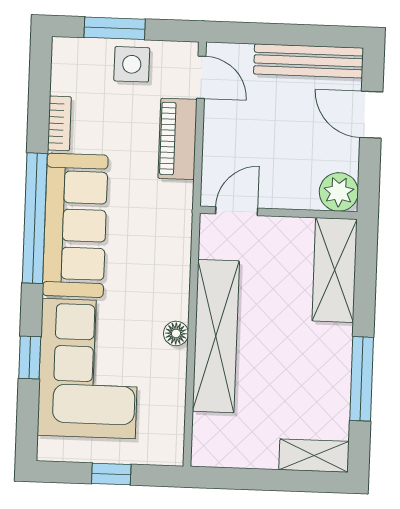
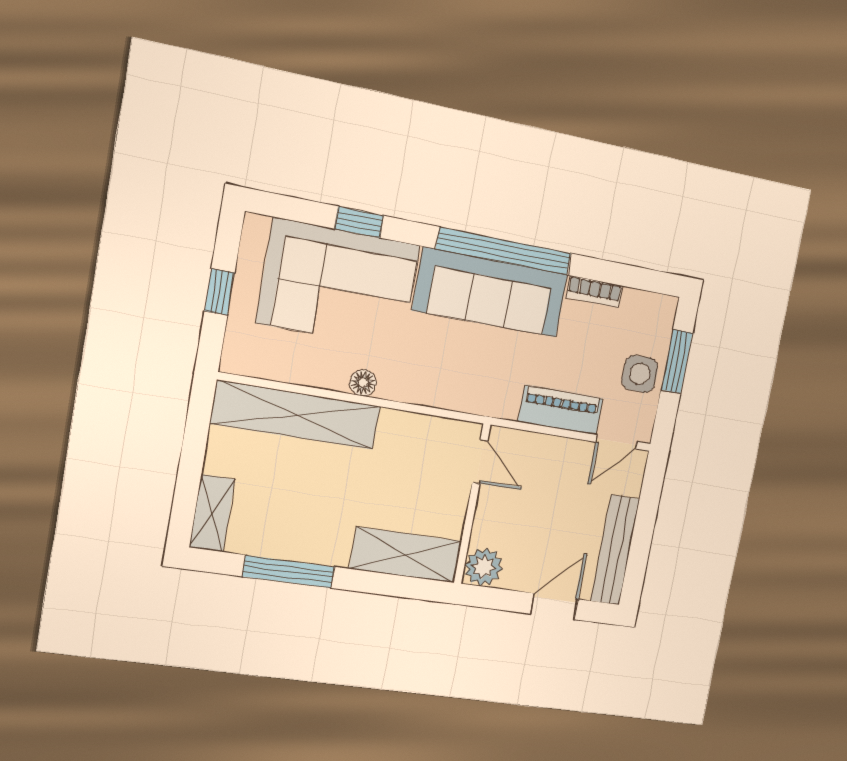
shelving: (216, 336) -> (296, 415), moved

